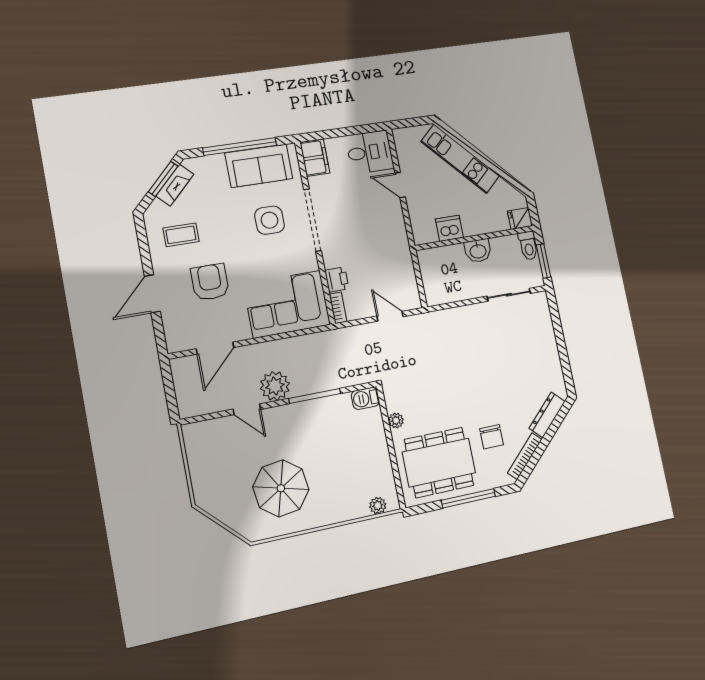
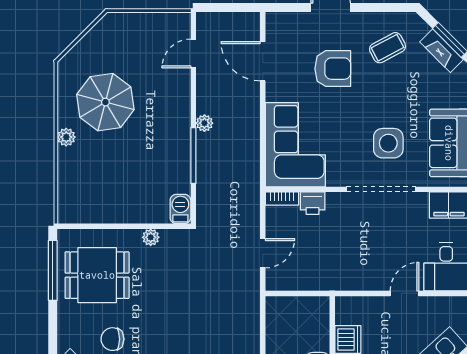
coffee table: (181, 235) -> (388, 48), turned 62
plant: (275, 386) -> (204, 123), width x0.53, depth x0.53
door: (247, 409) -> (193, 53), moved
dining table: (439, 462) -> (97, 275), width x0.73
window: (468, 498) -> (53, 270), moved
plant: (378, 506) -> (66, 137), moved

